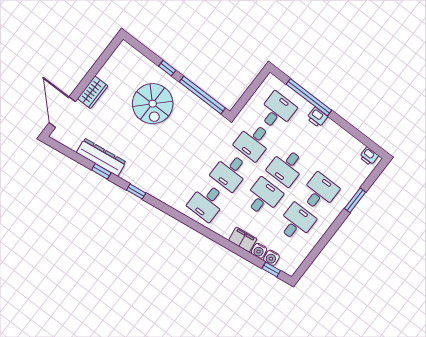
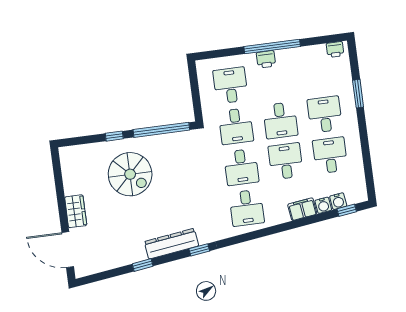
window: (309, 97) -> (272, 46), moved
dresser: (101, 157) -> (171, 244), moved
window: (136, 192) -> (199, 250), moved

